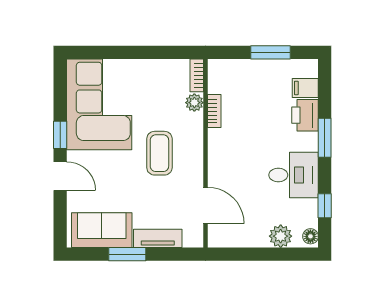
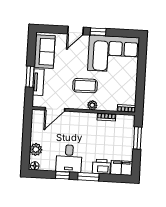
window: (271, 52) -> (137, 138), moved
filing cabinet: (305, 88) -> (122, 168), width x2.00
plant: (194, 103) -> (92, 105), moved
window: (325, 206) -> (62, 175), moved
window: (127, 254) -> (30, 77), moved

